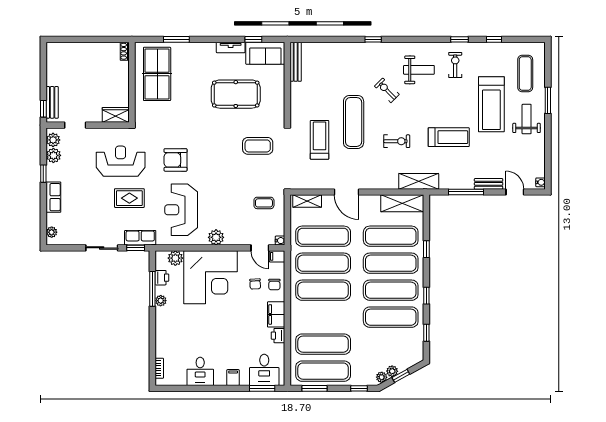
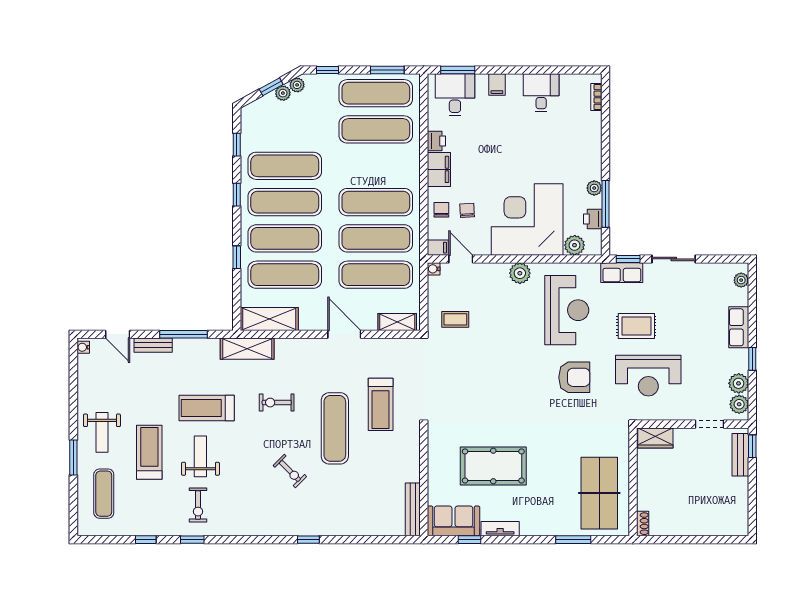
weight bench: (419, 70) -> (200, 456), moved, turned 90
treadmill: (491, 104) -> (149, 452), width x0.73, depth x0.73
coffee table: (258, 146) -> (464, 396), removed

